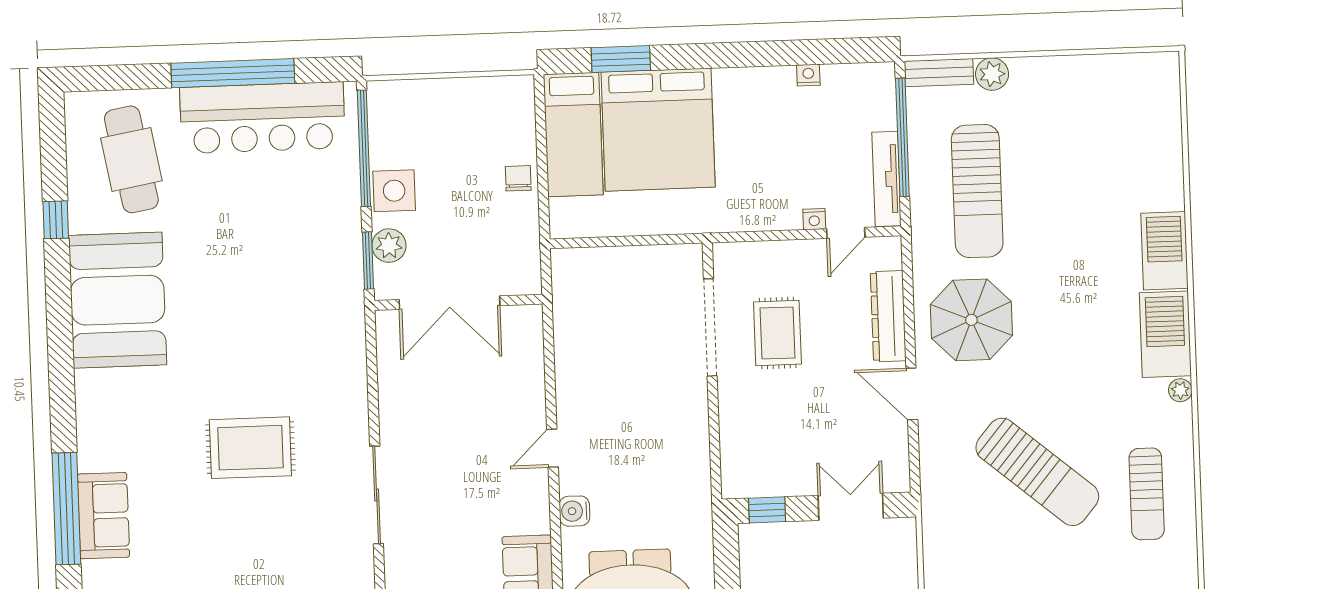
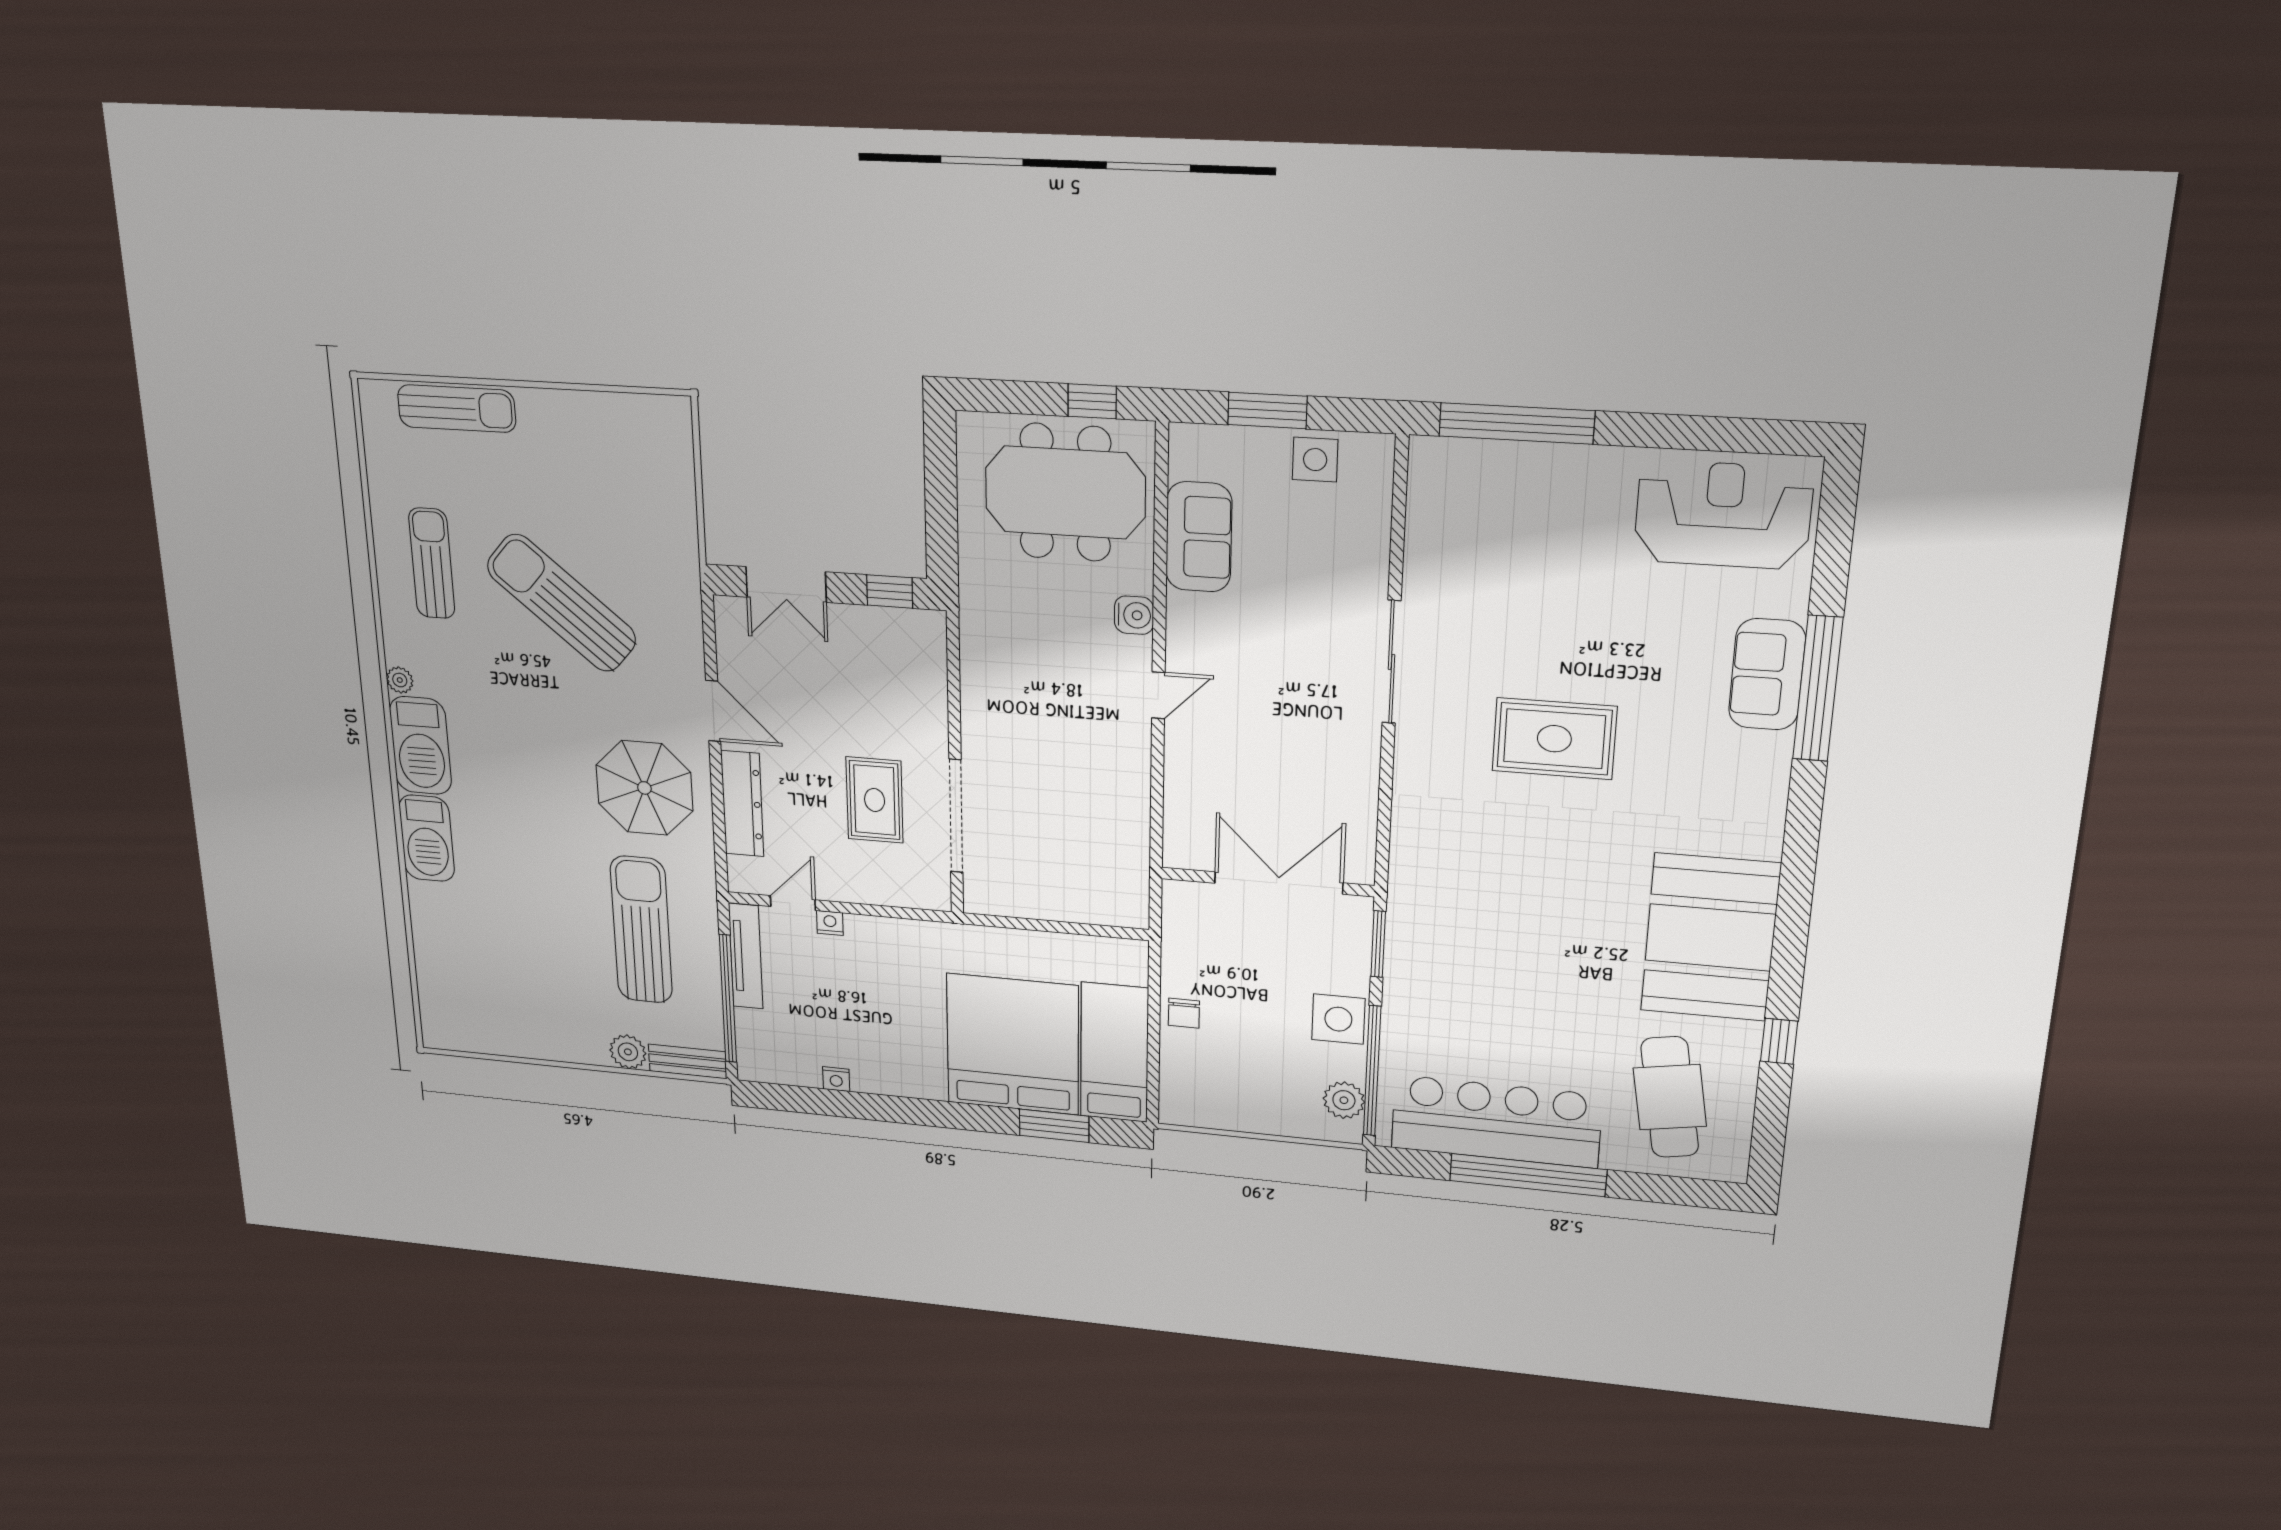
plant: (389, 246) -> (1344, 1100), moved

